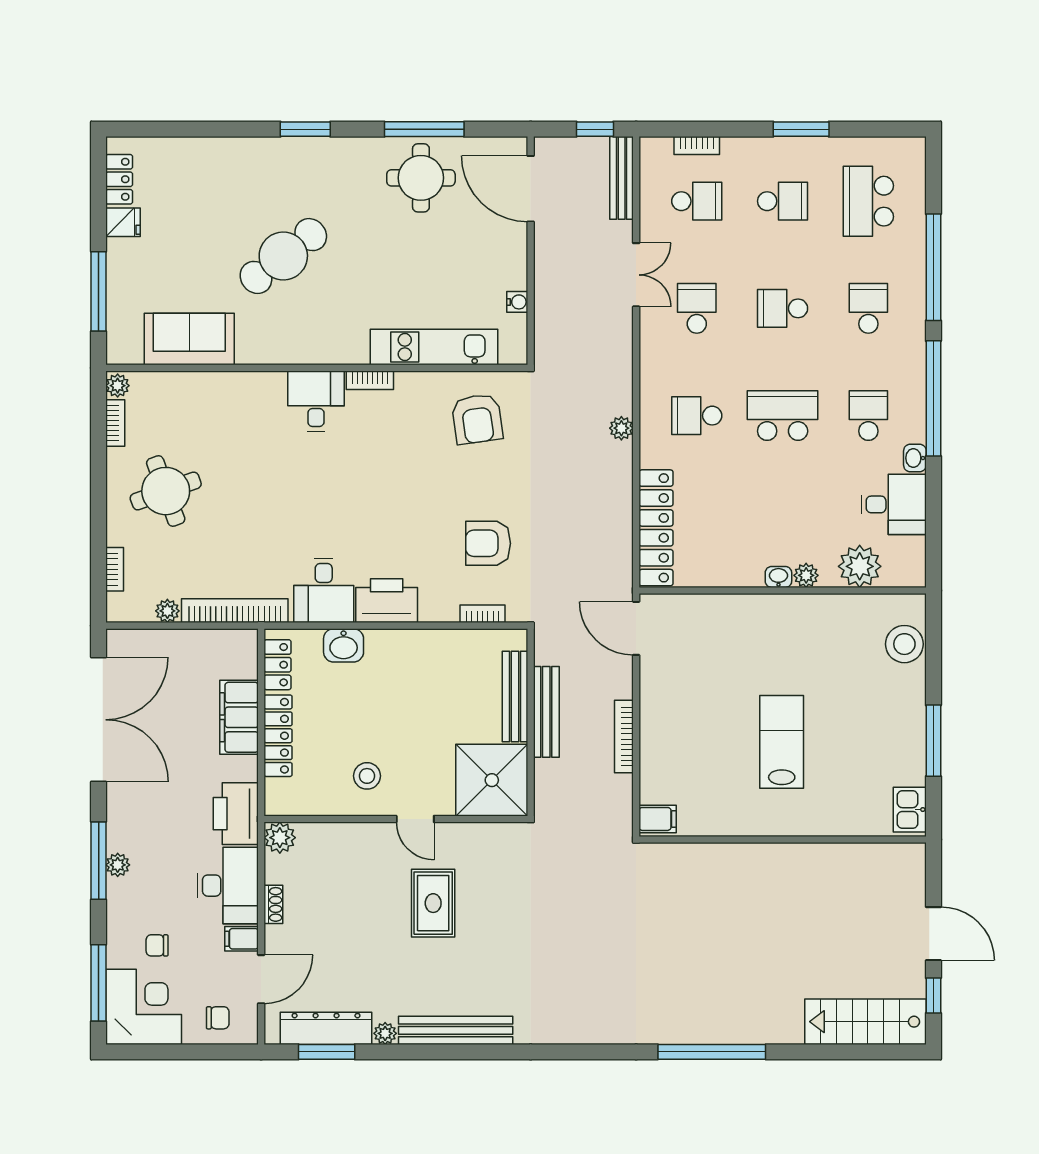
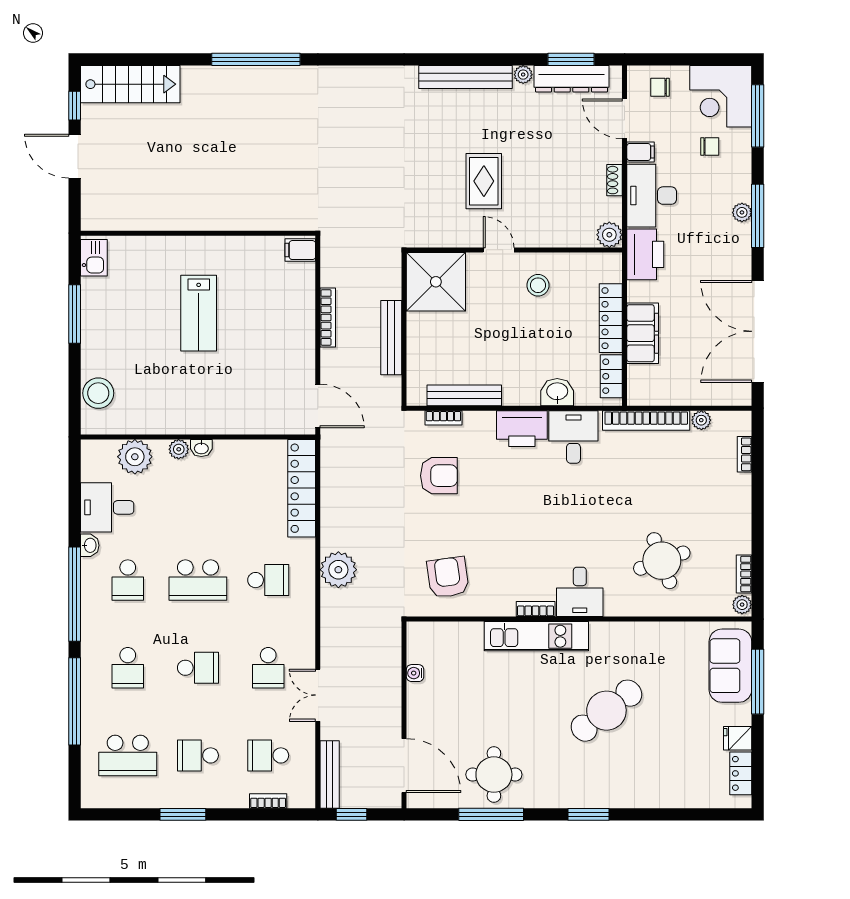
school desk: (868, 201) -> (128, 755), turned 90
sofa: (189, 339) -> (730, 666), moved, turned 90
kitchen unit: (434, 347) -> (536, 636), moved
plant: (621, 428) -> (338, 570), width x1.87, depth x1.87
round table: (166, 491) -> (662, 561), moved
bench: (515, 696) -> (464, 395), moved, turned 90
door: (261, 979) -> (625, 119), hinge flipped

